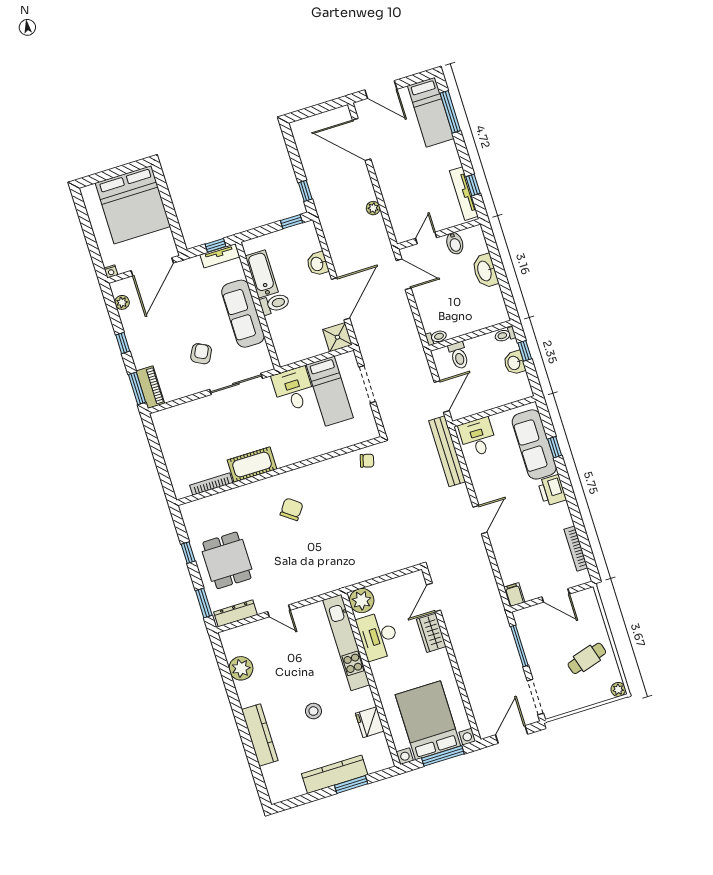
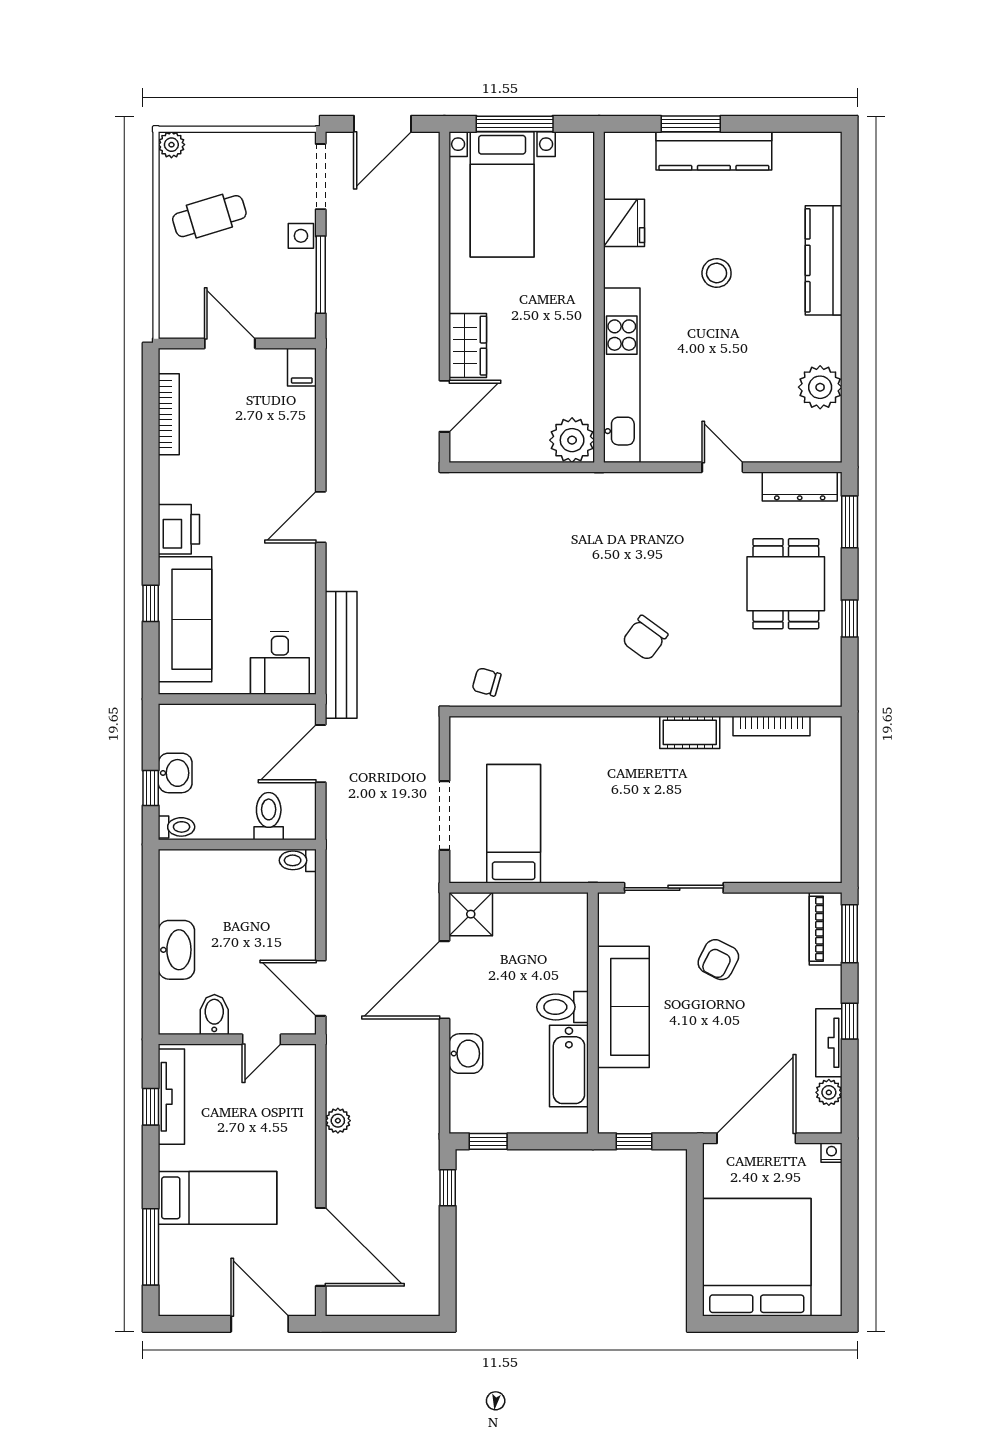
bed: (431, 112) -> (217, 1198), moved, turned 90
tv unit: (220, 256) -> (829, 1043), moved, turned -90
desk: (293, 389) -> (576, 847), removed
cot: (252, 465) -> (690, 732), width x0.73, depth x0.75
desk: (378, 636) -> (562, 369), removed
side table: (536, 663) -> (301, 236), added
bed with nightstands: (428, 720) -> (502, 194), width x0.73

